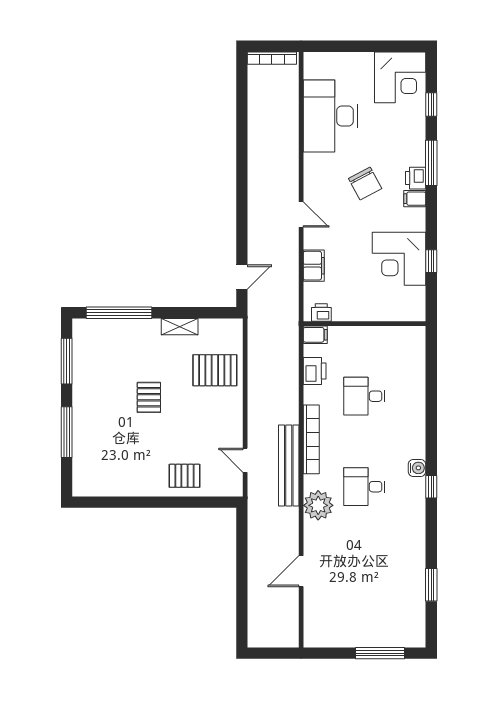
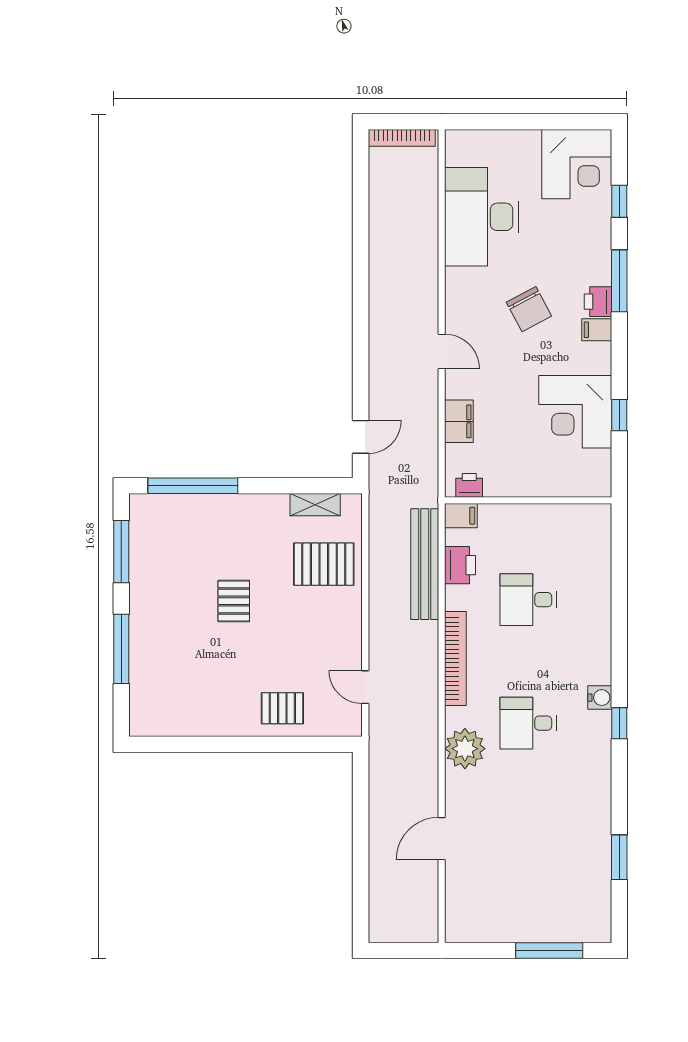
shelving: (180, 327) -> (315, 505), moved
bench: (289, 465) -> (425, 564), moved

